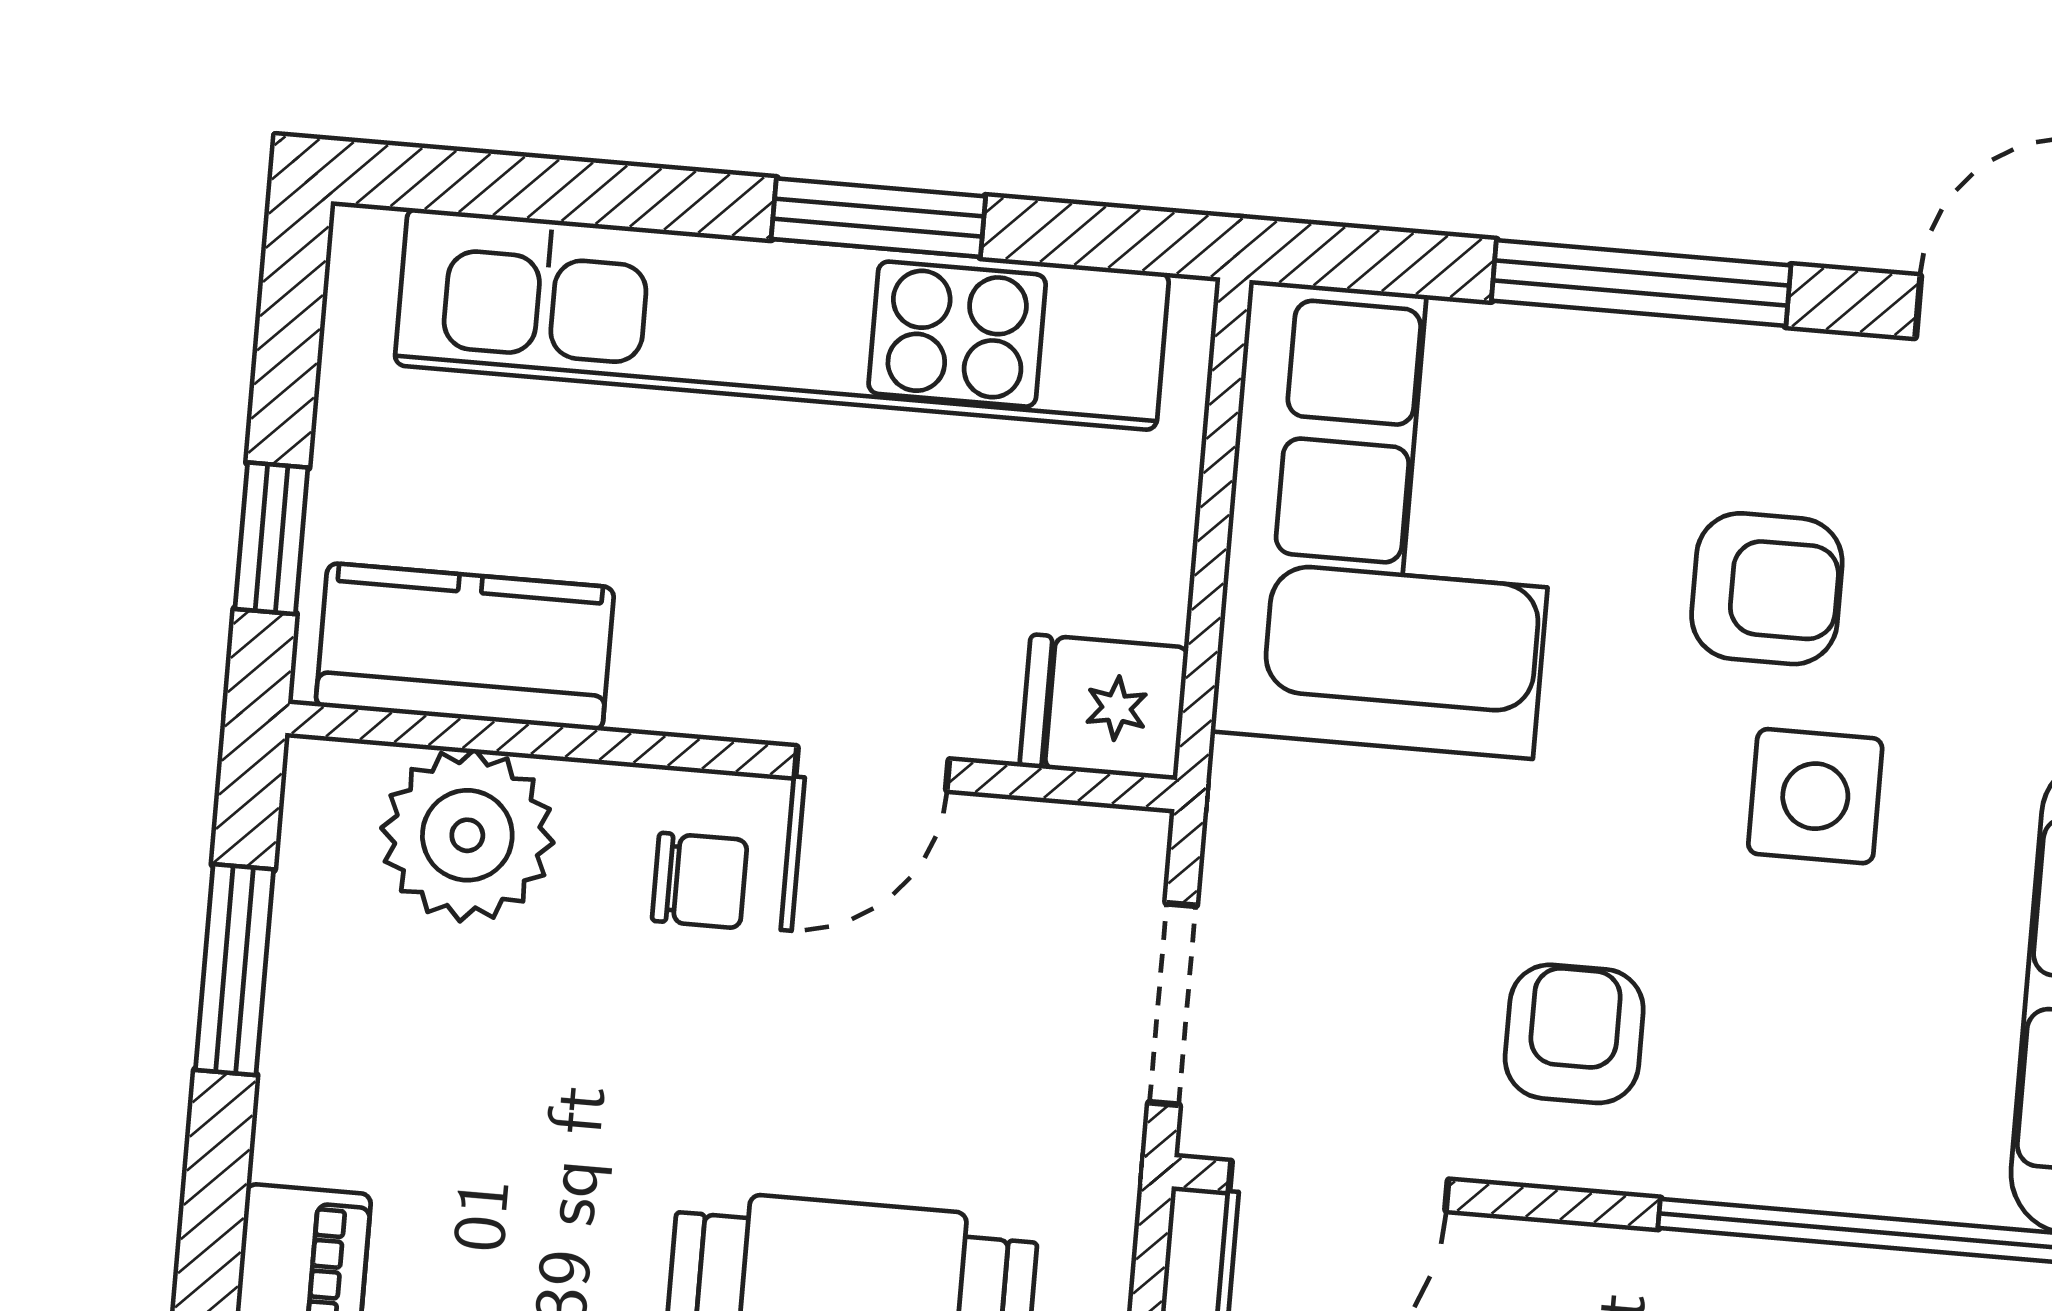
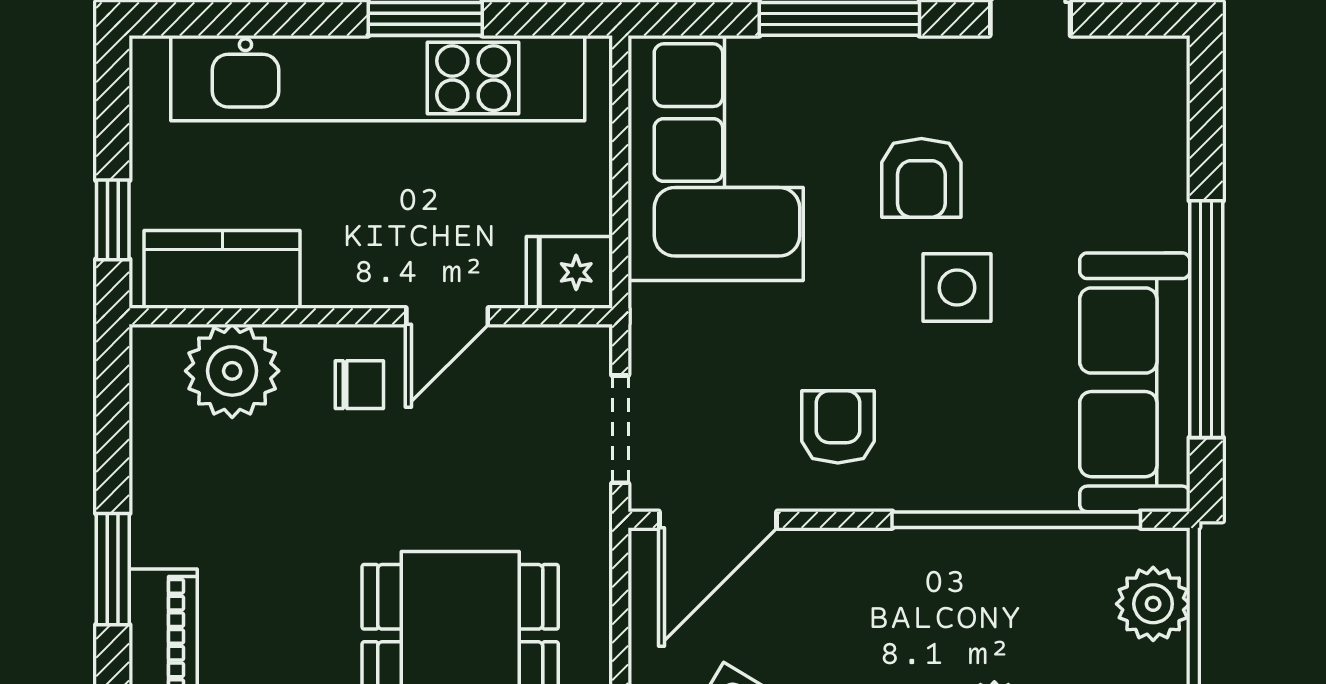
armchair: (1767, 589) -> (921, 178), turned 90
window: (234, 970) -> (113, 569), moved

